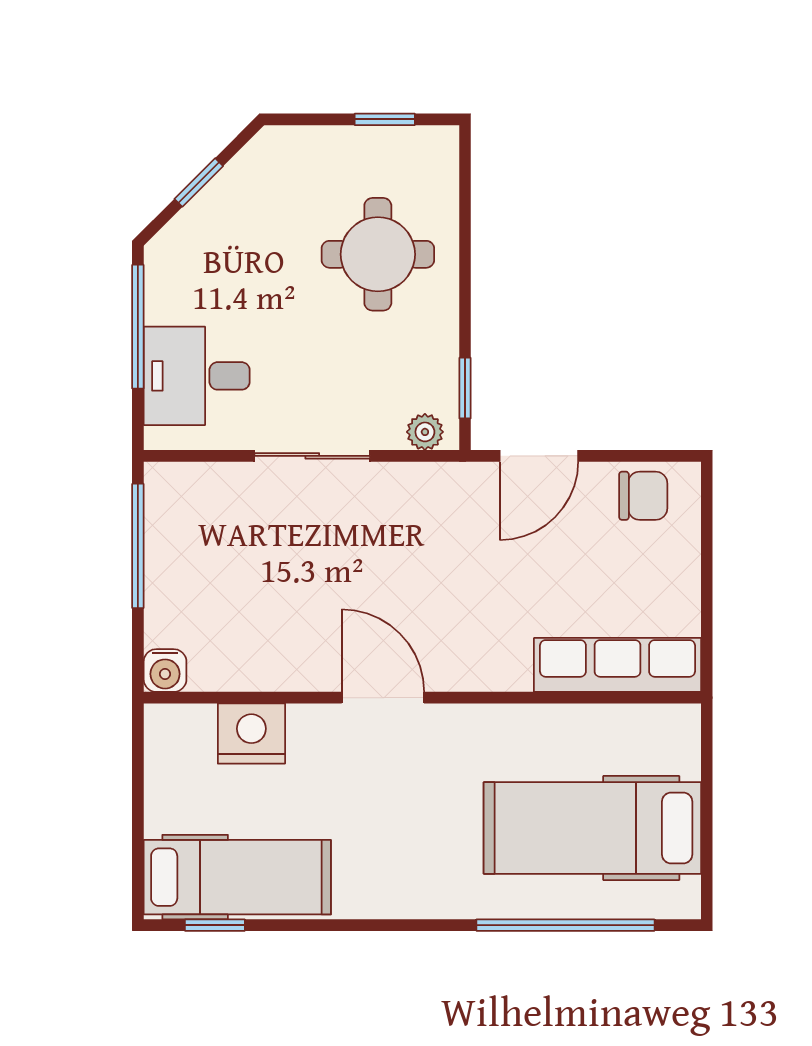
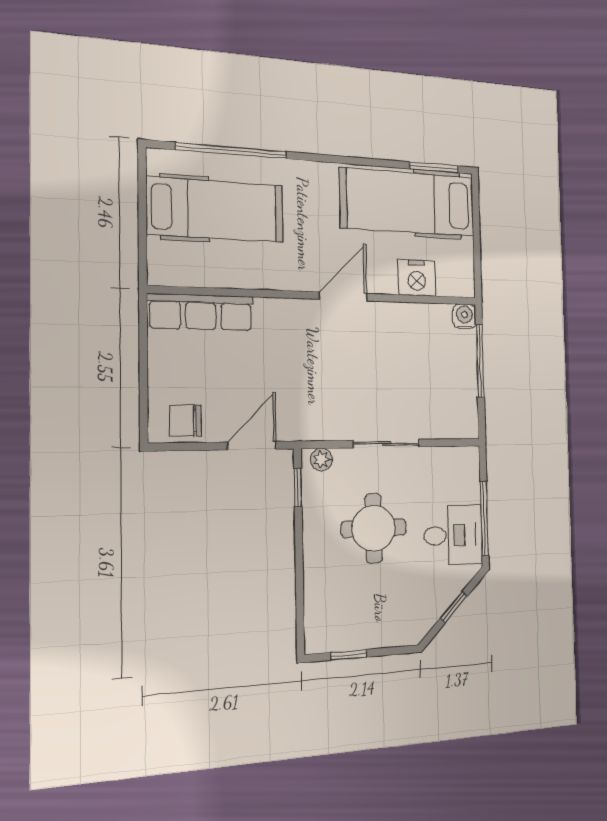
round table: (378, 254) -> (374, 528), moved
desk: (197, 376) -> (453, 535), moved
window: (138, 546) -> (480, 361), moved
door: (383, 698) -> (343, 296), swing flipped
hospital bed: (237, 877) -> (408, 202), width x1.37, depth x1.29
window: (215, 925) -> (434, 167), width x1.50

